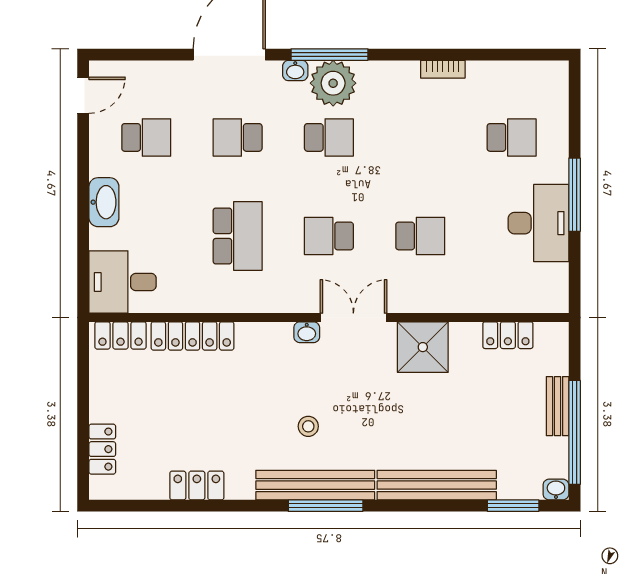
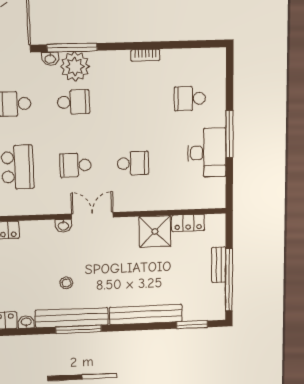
school desk: (512, 137) -> (190, 99), turned 180
shower: (423, 347) -> (155, 231), moved
washbasin: (556, 489) -> (26, 322), moved

